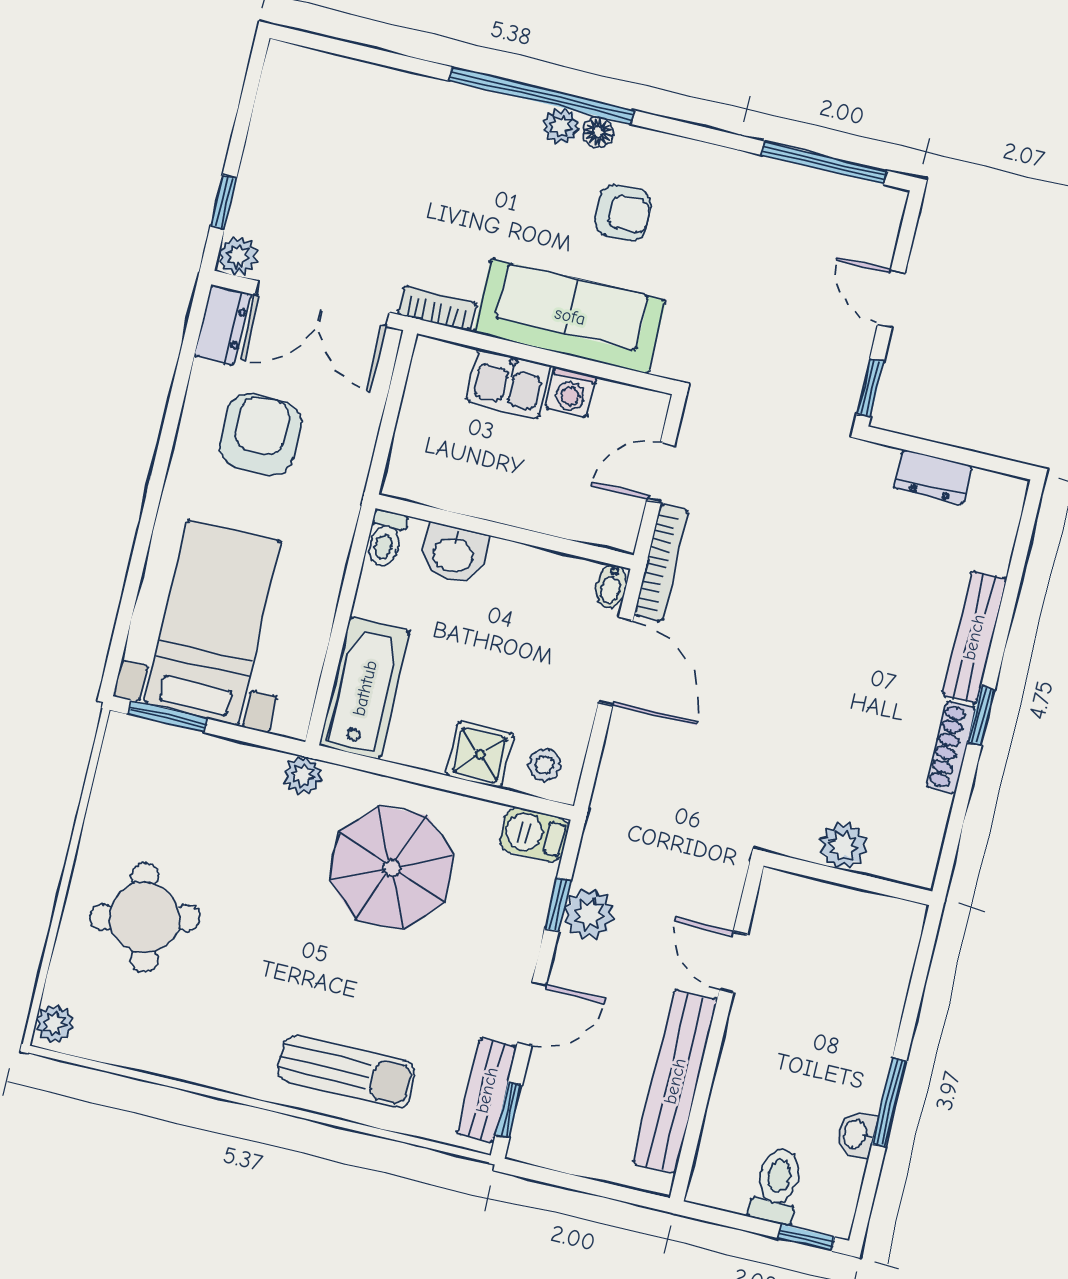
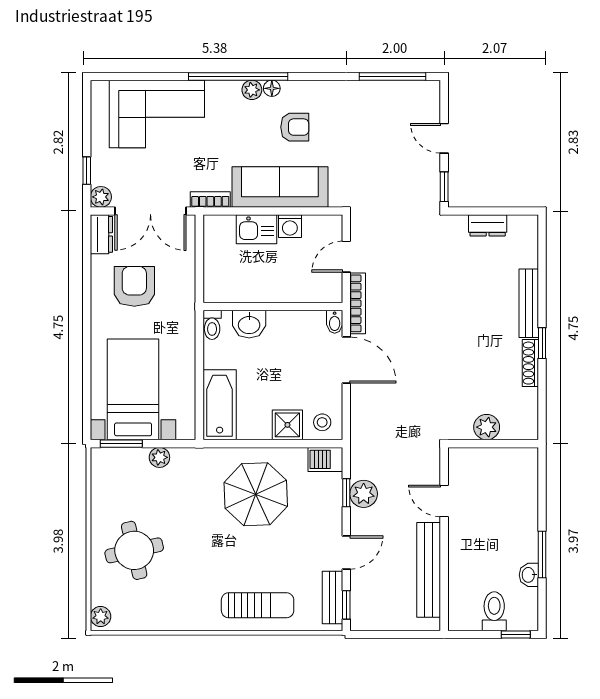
corner sofa: (376, 129) -> (157, 114), added
plant: (303, 775) -> (159, 457), moved

